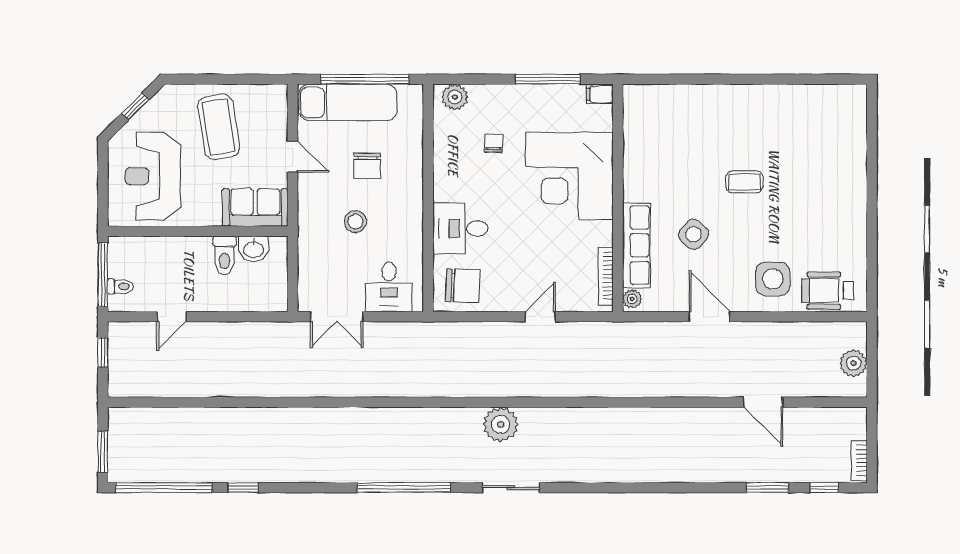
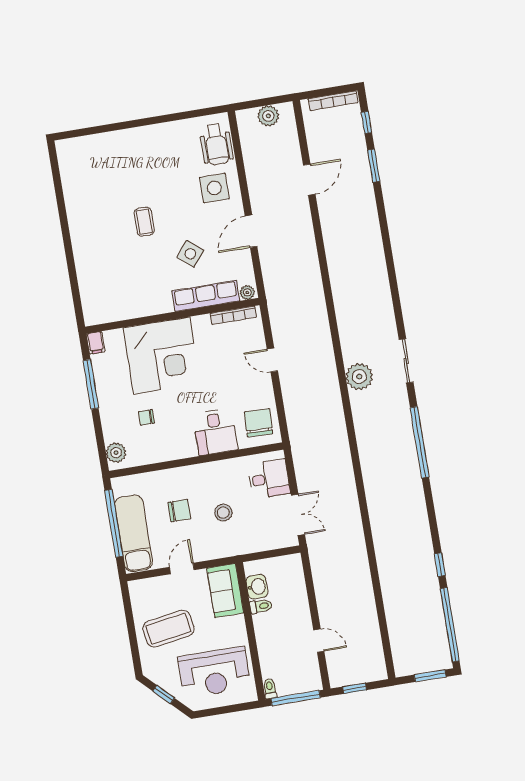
toilet: (225, 255) -> (261, 606), width x0.73, depth x0.72
toilet: (120, 286) -> (270, 689), moved
bookcase: (859, 460) -> (333, 101), width x1.56

